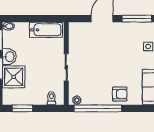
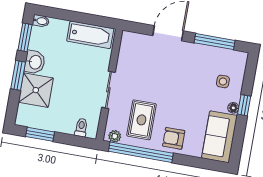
rug: (94, 85) -> (141, 120), added
armchair: (120, 94) -> (174, 138), turned 180

